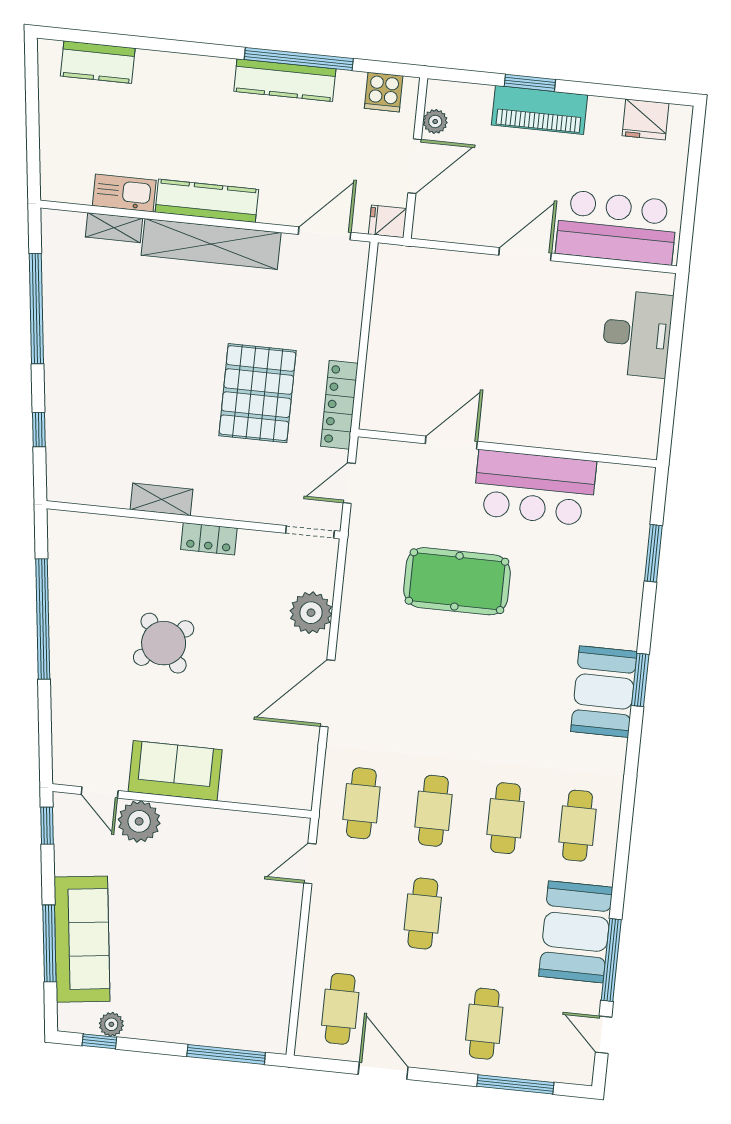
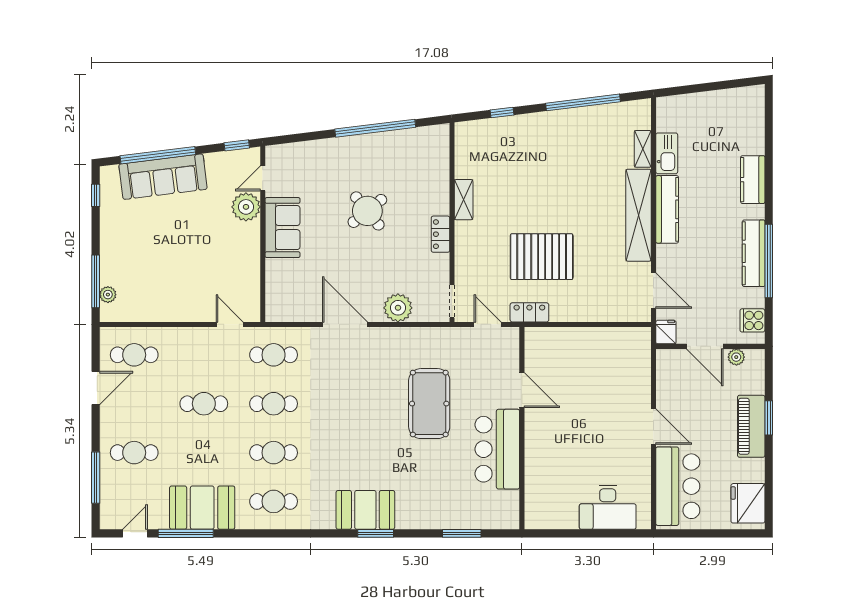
kitchen counter: (98, 62) -> (753, 180), moved
fridge: (646, 119) -> (748, 503), width x1.36, depth x1.34
locker: (339, 405) -> (529, 312), width x0.66
window: (49, 943) -> (158, 155), width x1.46
plant: (111, 1024) -> (108, 295), moved

